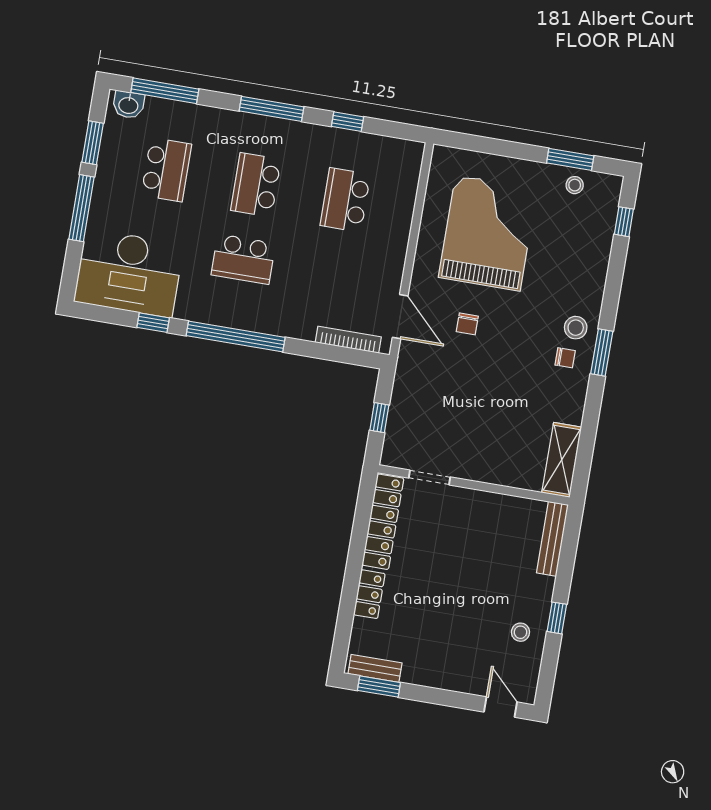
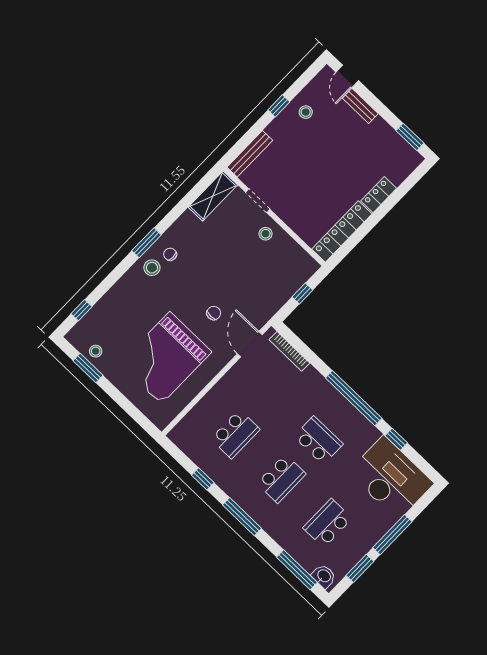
stool: (470, 458) -> (266, 234), added
doorway: (429, 477) -> (258, 201), moved
bench: (375, 668) -> (360, 106), moved

